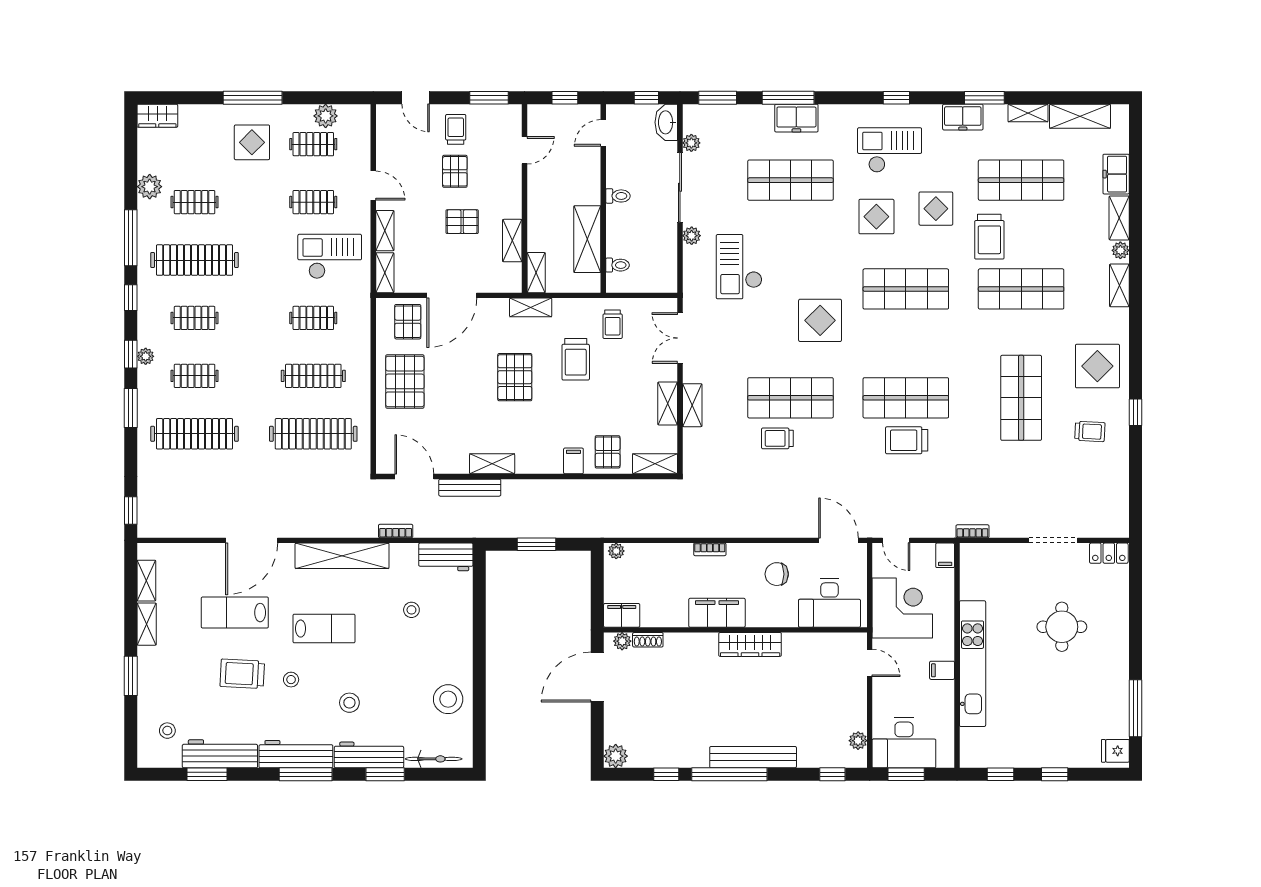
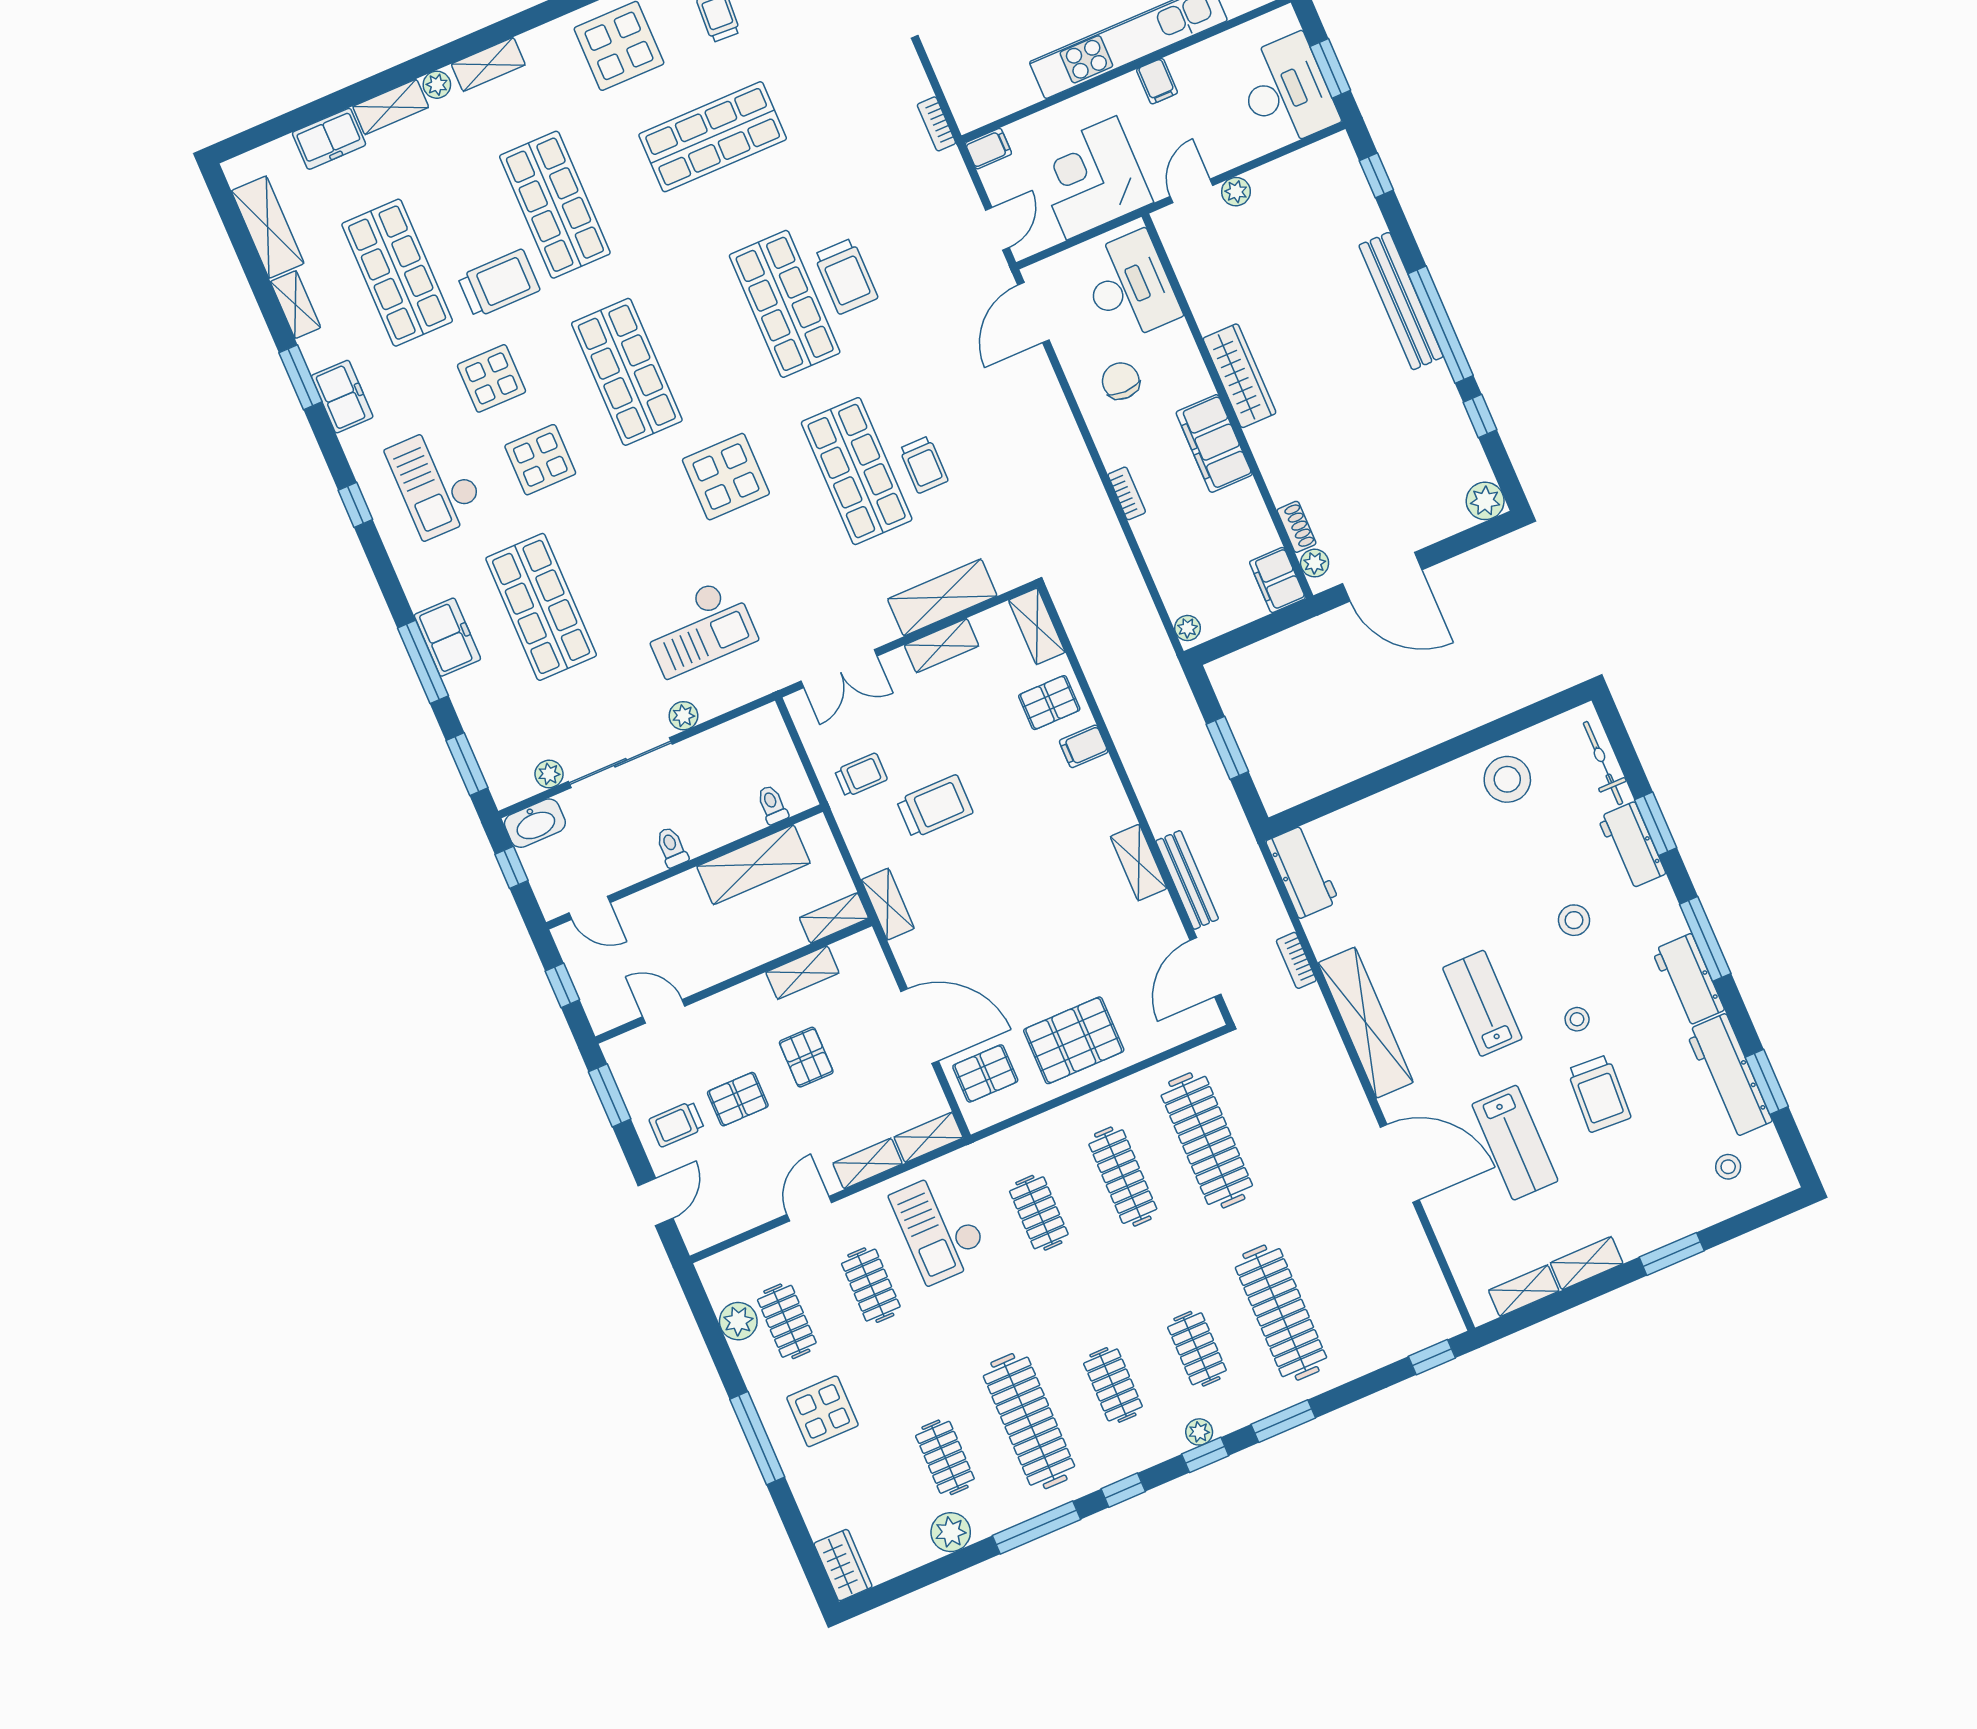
pallet: (515, 377) -> (999, 884), removed
shelving: (692, 405) -> (942, 597), width x1.50, depth x1.33
chair: (777, 574) -> (1121, 381), turned 180
stool: (411, 610) -> (1401, 888), removed
plant: (858, 741) -> (1236, 192), moved
workbench: (296, 754) -> (1688, 980), width x0.73
workbench: (369, 755) -> (1632, 846), width x0.73

